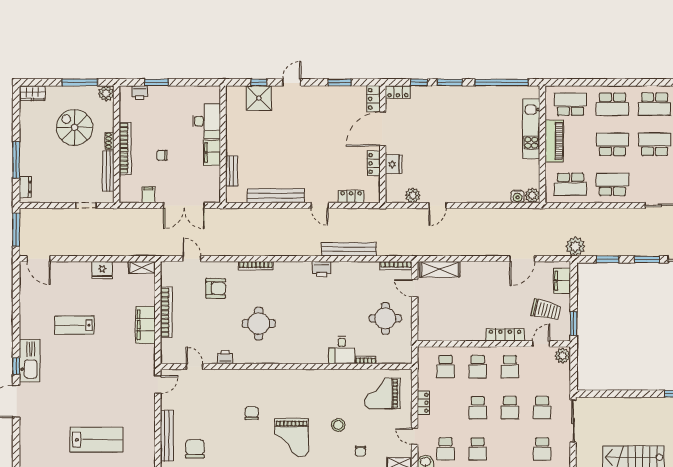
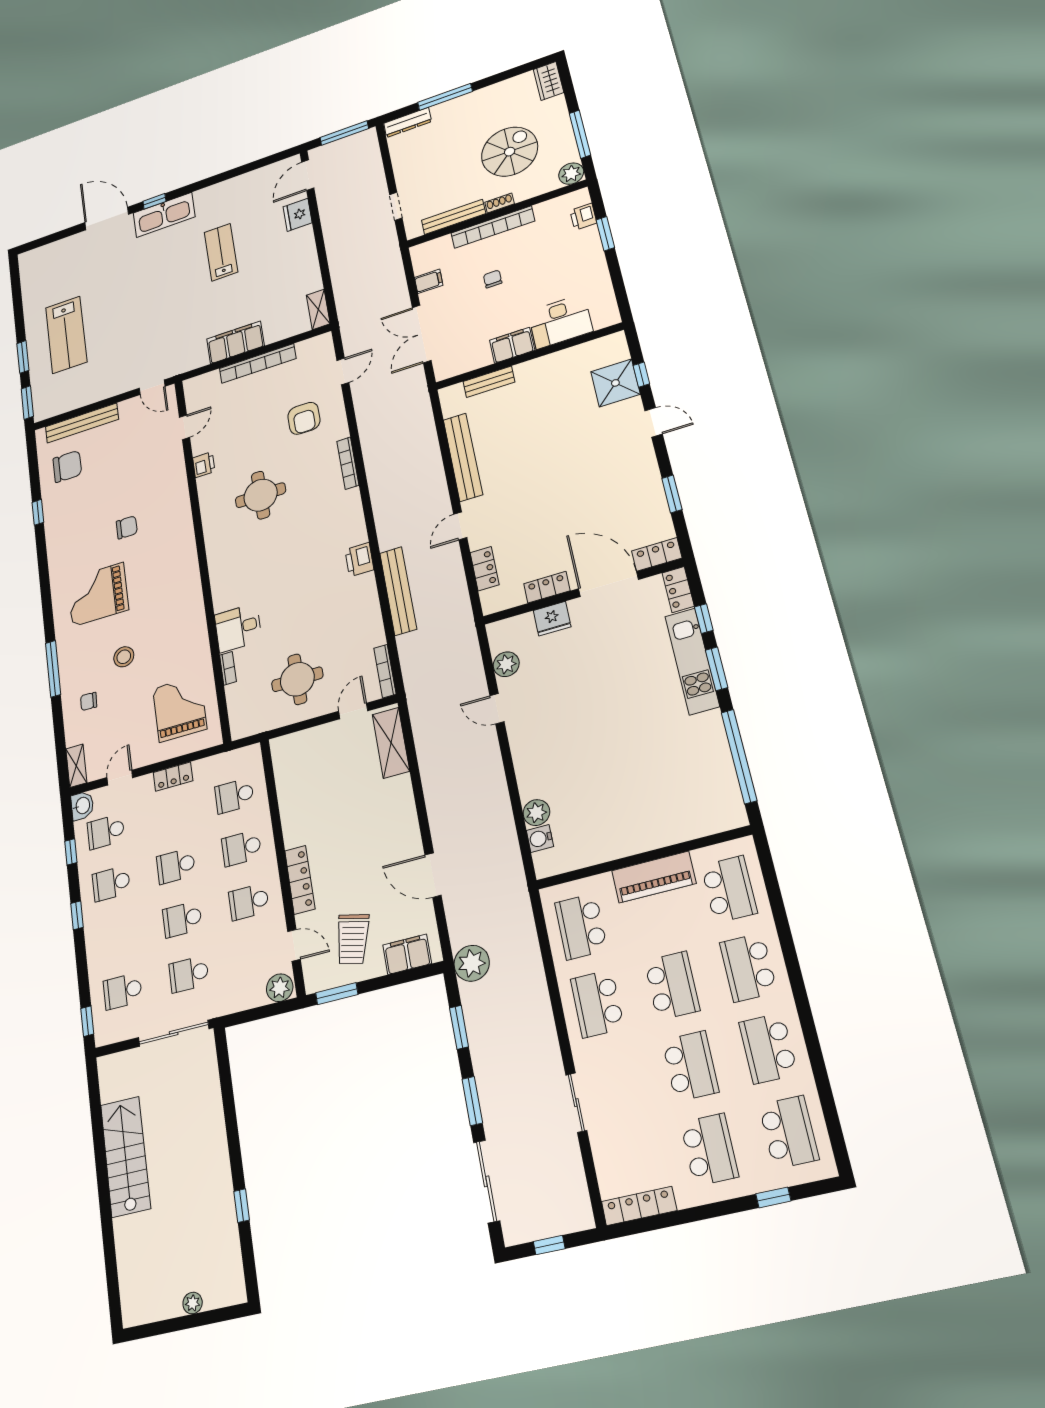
kitchen unit: (531, 129) -> (692, 661), moved, turned -90
school desk: (612, 184) -> (597, 1004), turned 180
dresser: (25, 187) -> (408, 122), width x1.44
plant: (532, 195) -> (536, 813), moved
fridge: (102, 270) -> (298, 215), moved

